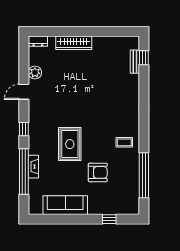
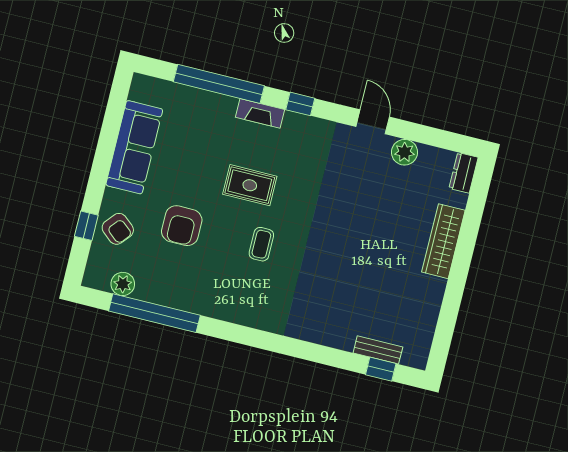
coffee table: (124, 142) -> (261, 244), moved
rug: (70, 144) -> (250, 185), width x0.73, depth x0.70
fireplace: (33, 167) -> (260, 113), moved
plant: (133, 194) -> (123, 284), added
armchair: (107, 203) -> (118, 229), added

